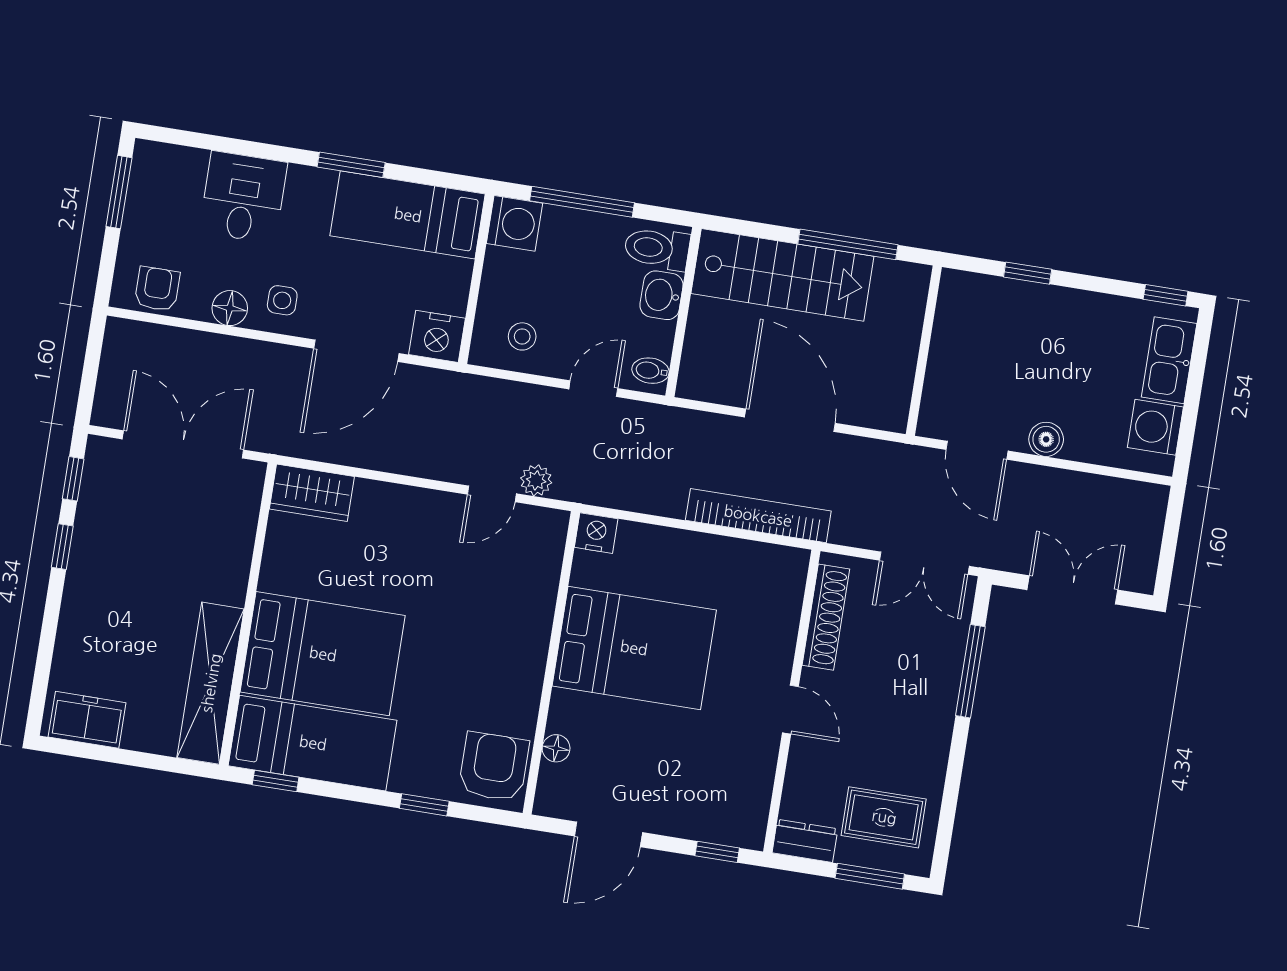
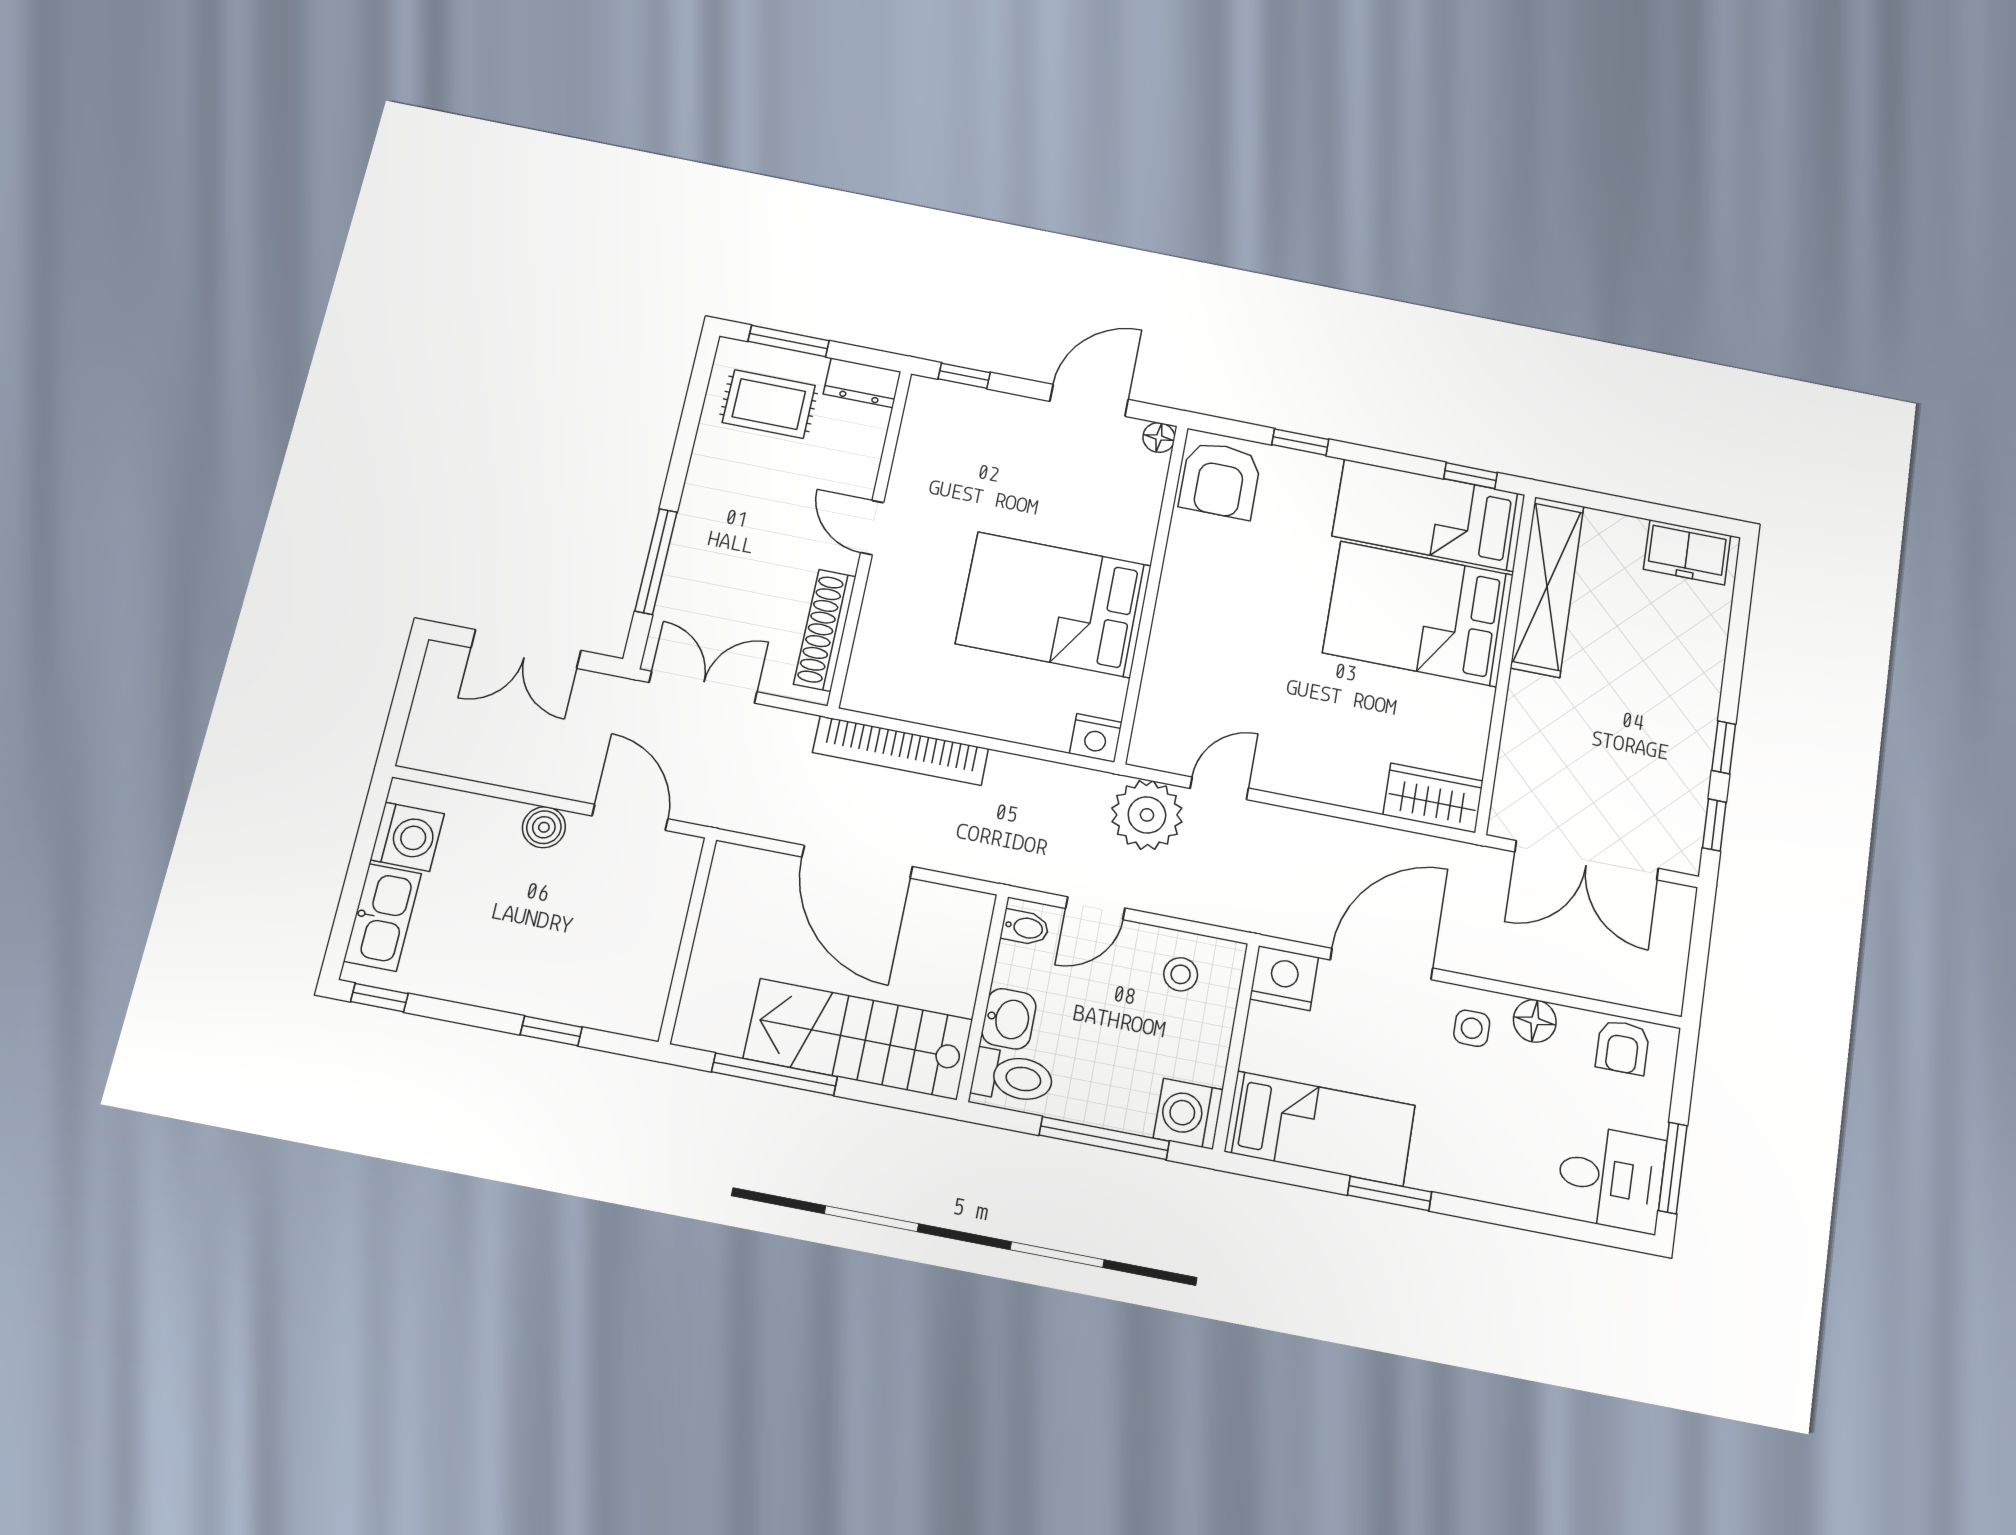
desk: (243, 197) -> (1611, 1178), moved, turned -90
plant: (536, 480) -> (1147, 815), width x1.88, depth x1.88
floor lamp: (556, 748) -> (1159, 438), moved

